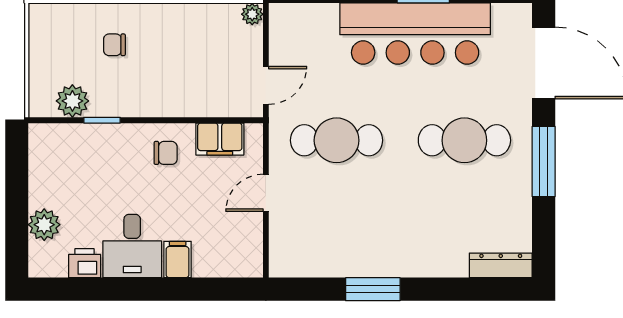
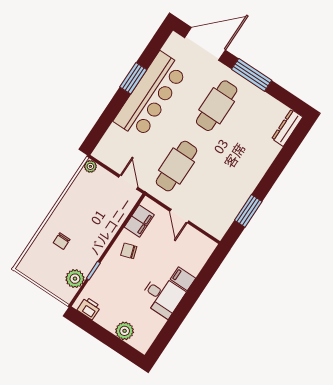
chair: (166, 153) -> (129, 251), turned -108
printer: (85, 263) -> (89, 308), moved, turned 90
window: (373, 289) -> (248, 211), moved

